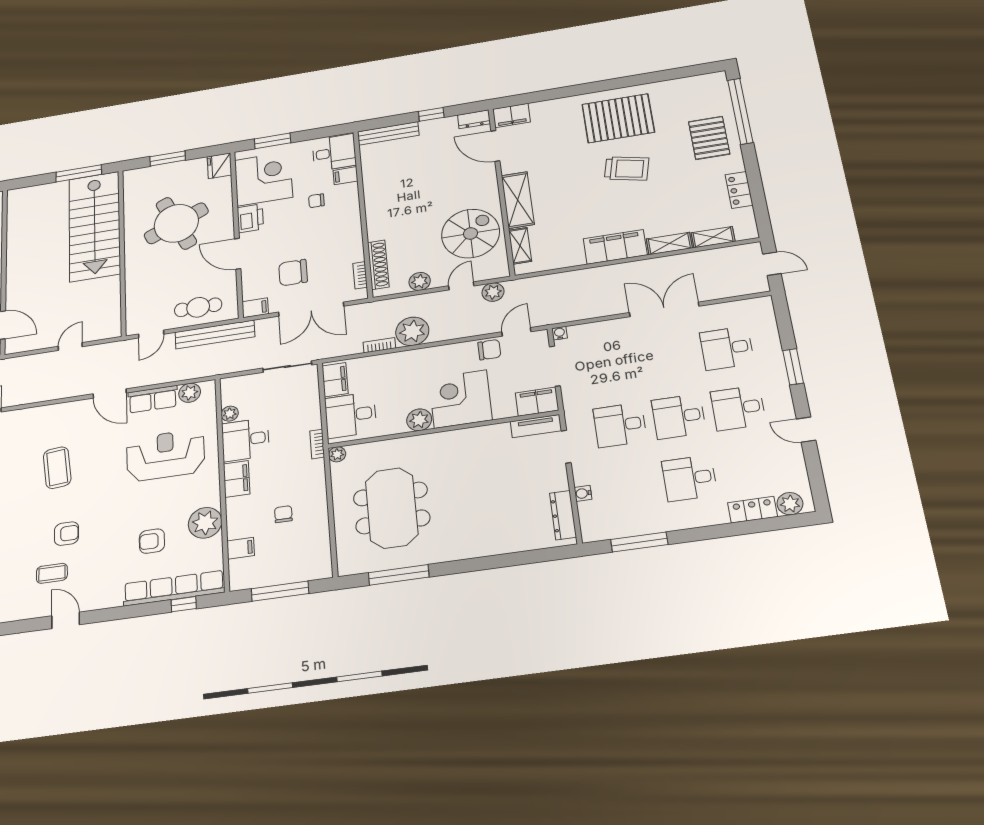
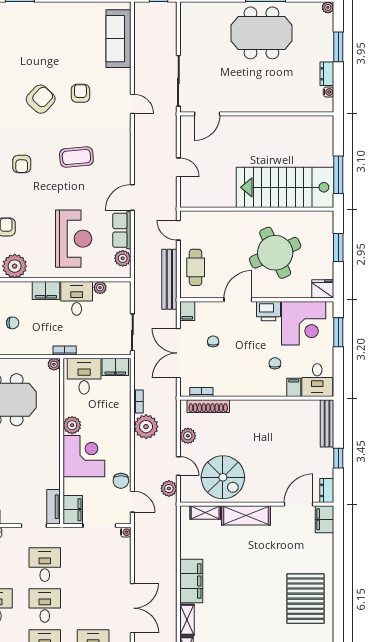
trolley: (627, 169) -> (258, 599), removed
chair: (293, 273) -> (213, 341), width x0.54, depth x0.54

